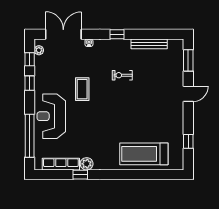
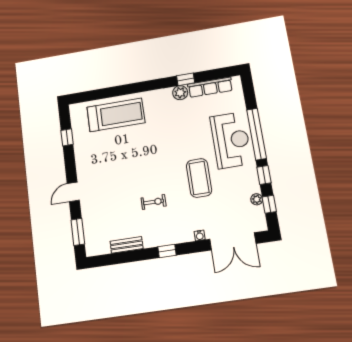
bench: (149, 44) -> (127, 245), width x0.73
plant: (39, 50) -> (257, 199), moved
coffee table: (82, 89) -> (199, 178), width x1.36, depth x1.32
window: (30, 136) -> (256, 134), moved

